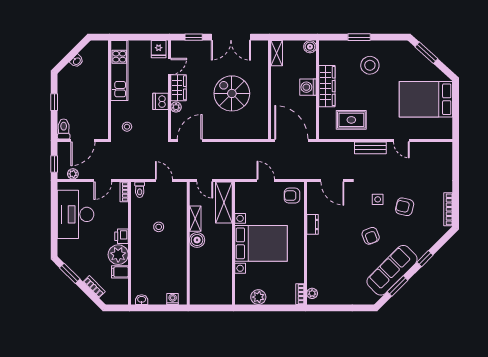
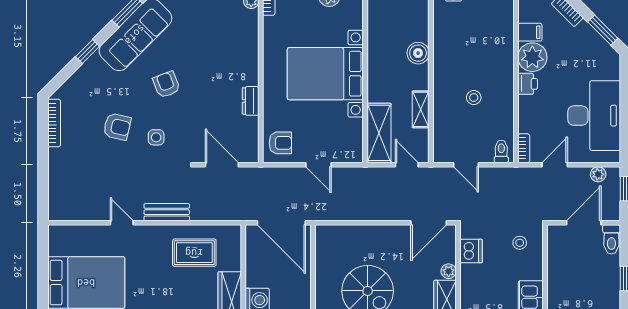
dishwasher: (160, 101) -> (471, 251), moved
boiler: (197, 240) -> (418, 53), moved

